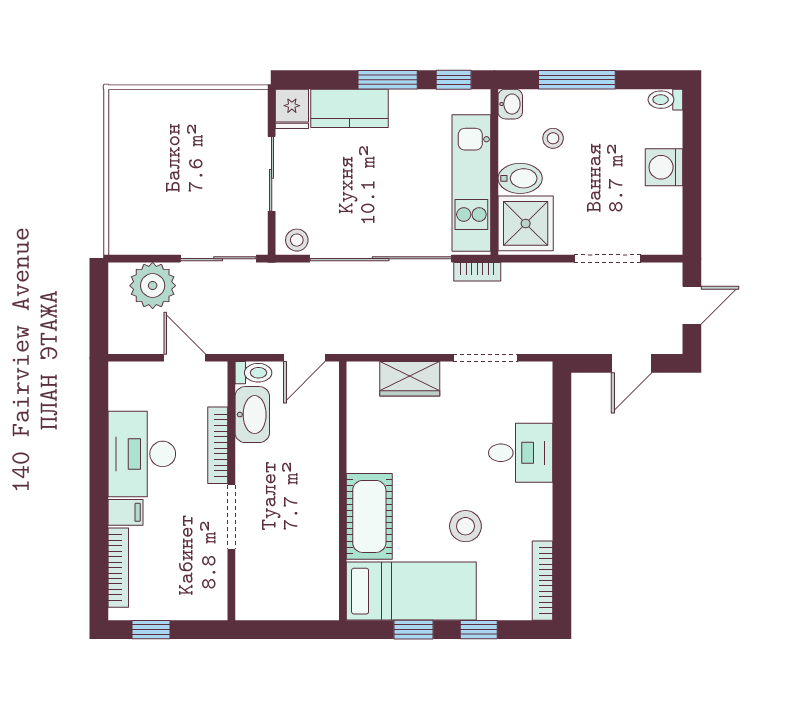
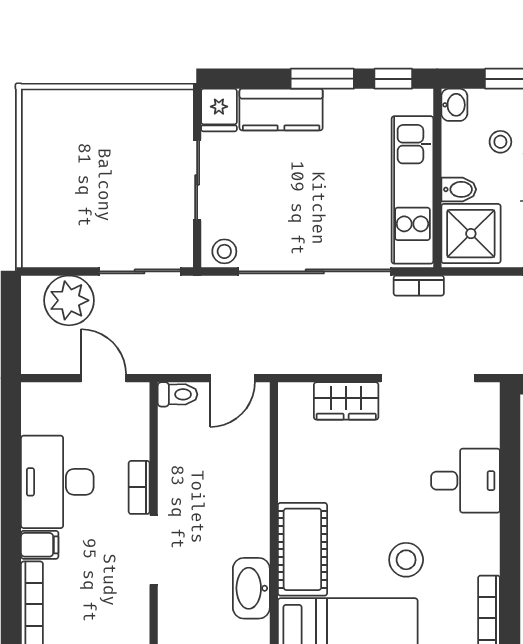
bidet: (520, 178) -> (459, 189), width x0.72, depth x0.74
doorway: (486, 358) -> (428, 378), width x1.36
washbasin: (252, 415) -> (251, 588), moved, turned 180
bookcase: (218, 445) -> (139, 487), width x0.64

